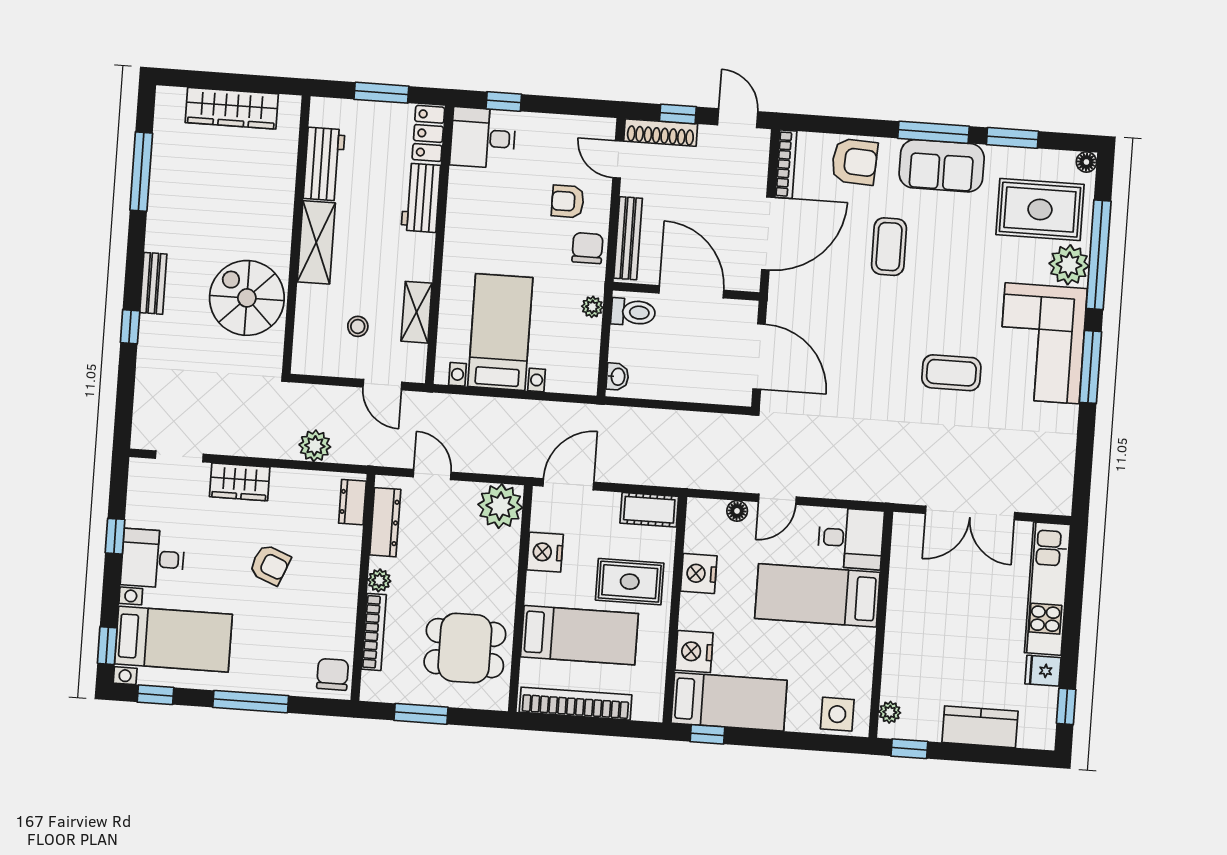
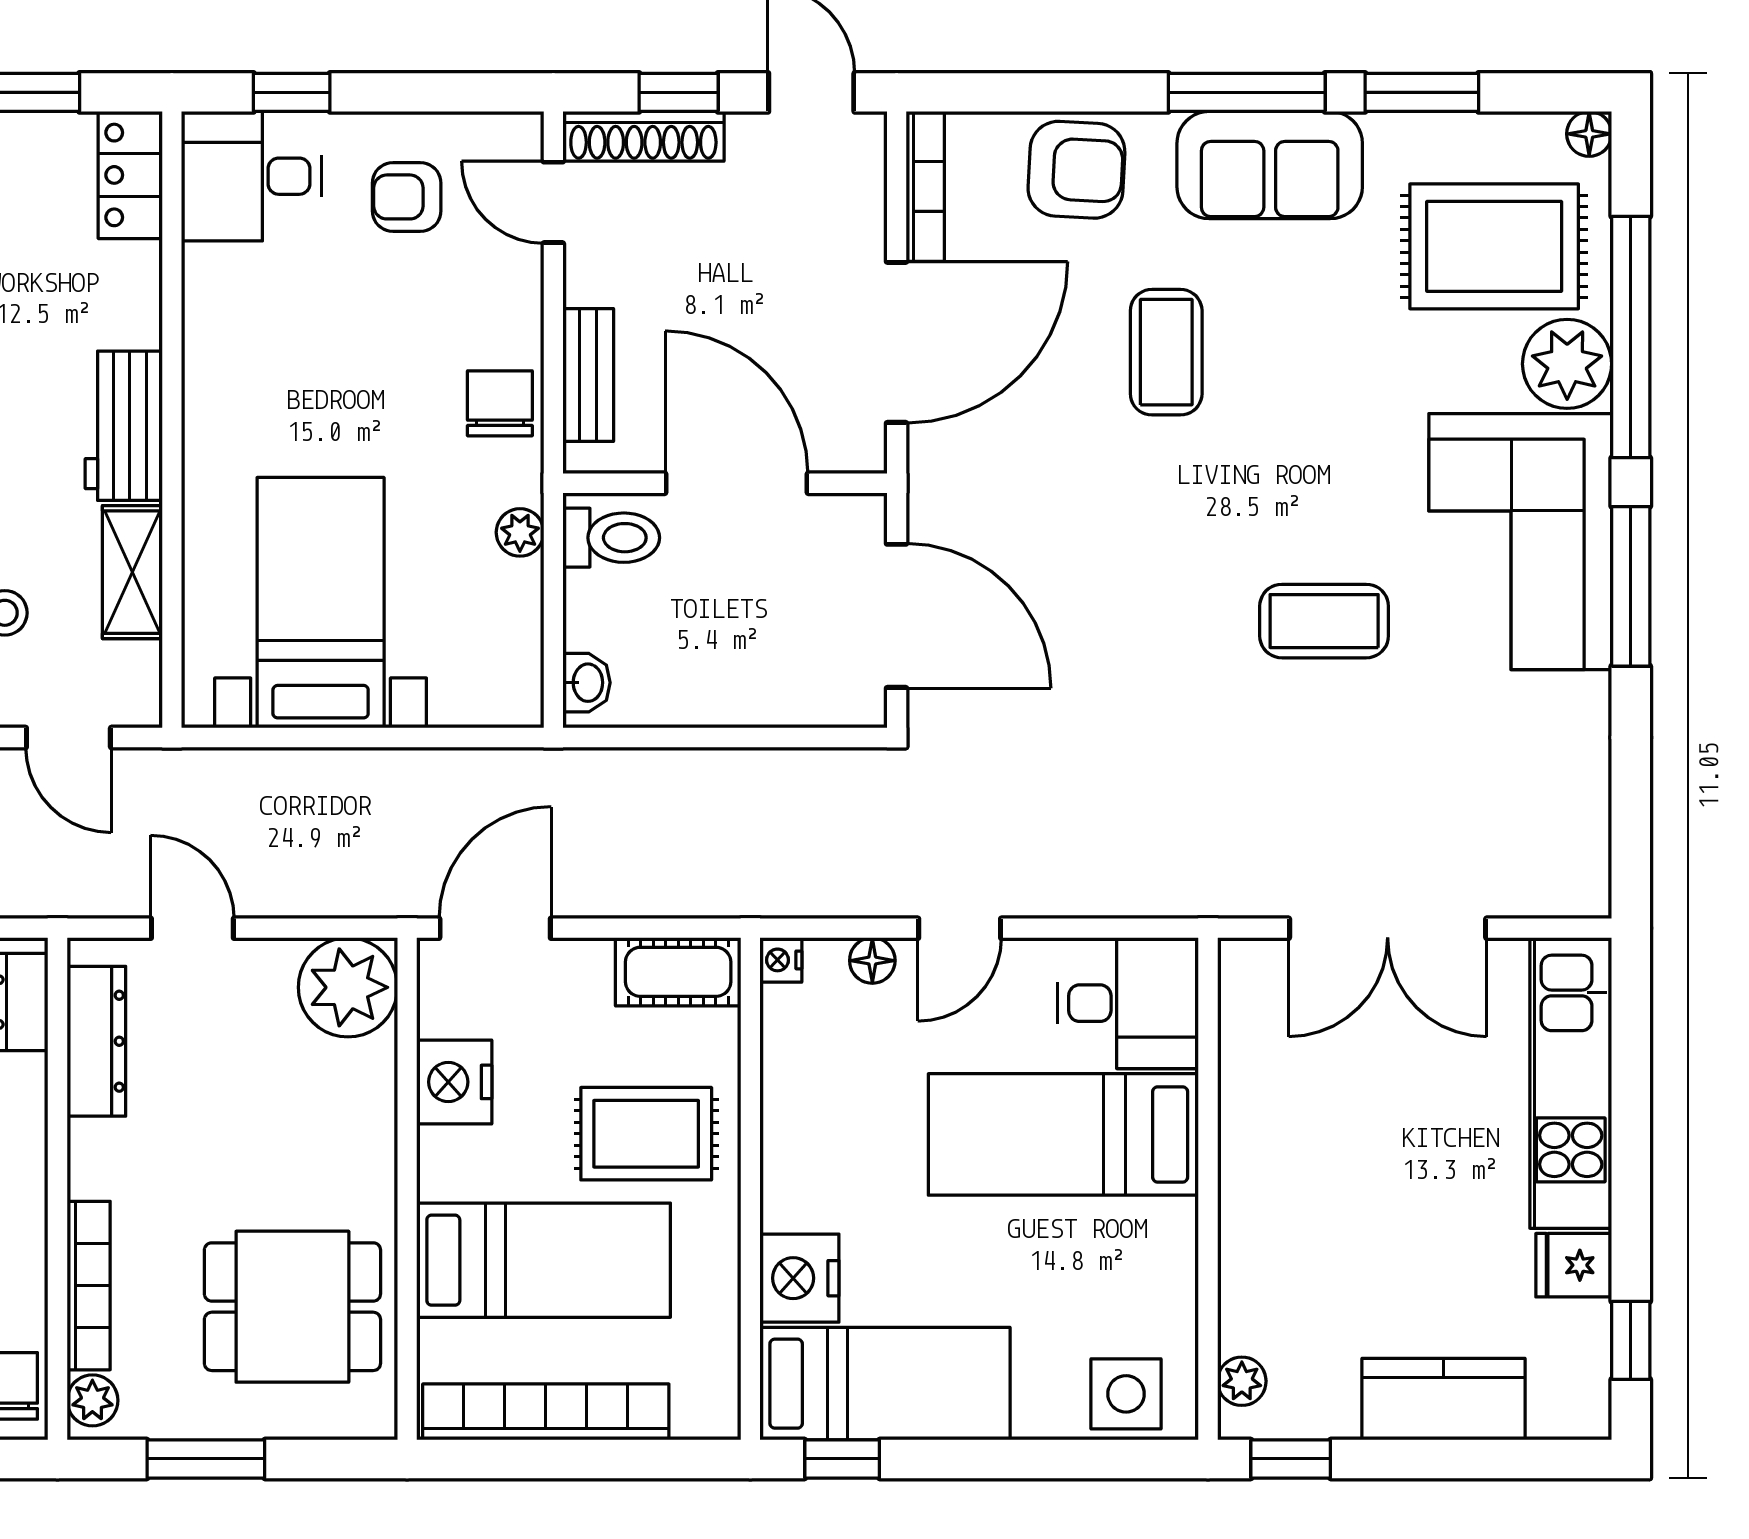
workbench: (421, 198) -> (124, 426), moved
armchair: (568, 201) -> (407, 197), moved
bench: (628, 238) -> (588, 375), width x0.73
nightstand: (699, 573) -> (781, 960), moved, width x0.53, depth x0.56
plant: (379, 580) -> (92, 1400), moved

